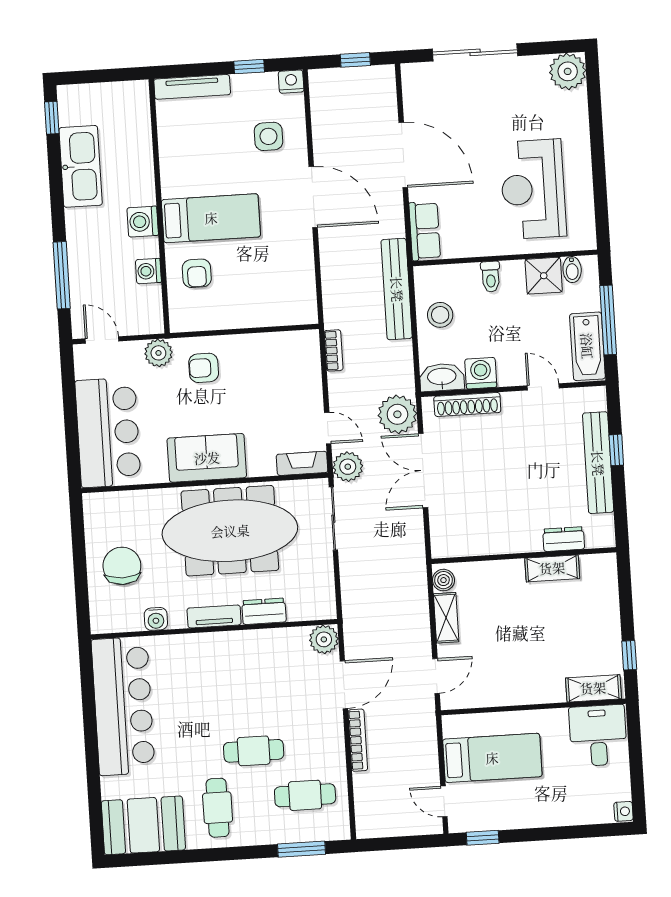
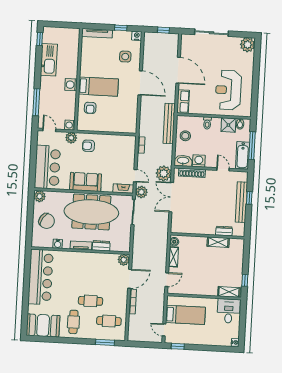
washing machine: (148, 271) -> (70, 125), moved
plant: (97, 507) -> (40, 196), added
chair: (122, 566) -> (47, 221), turned 123

